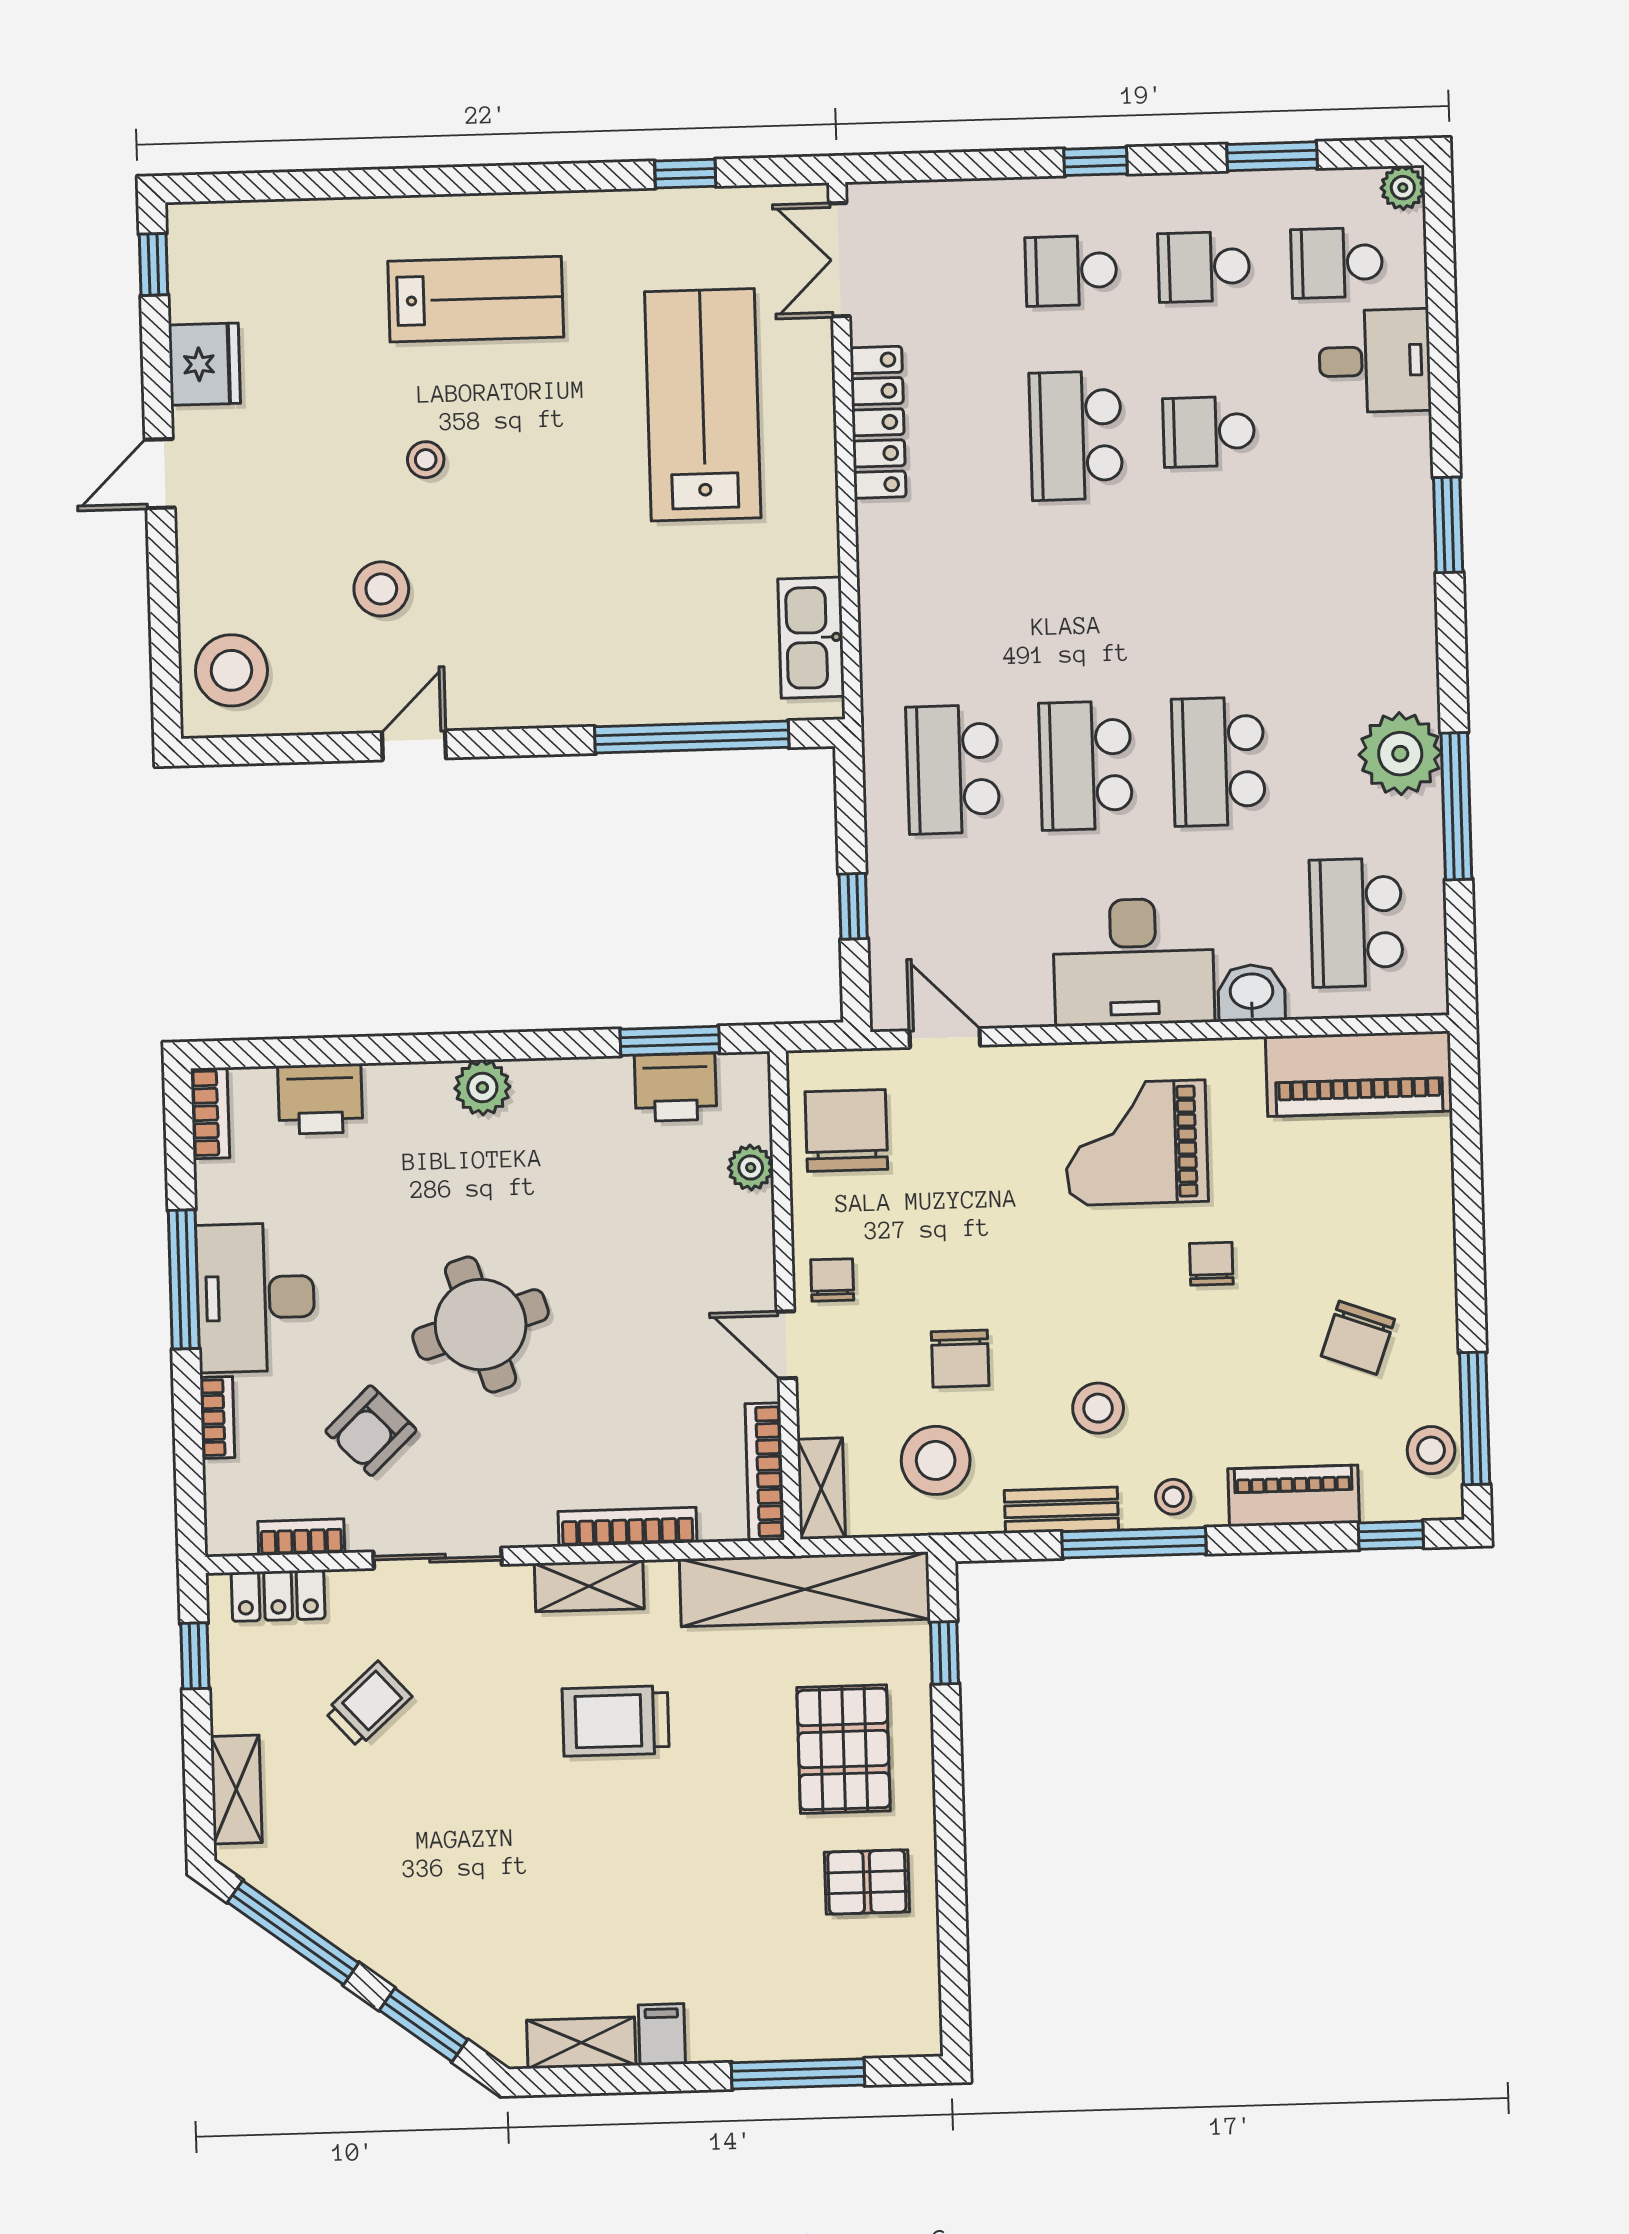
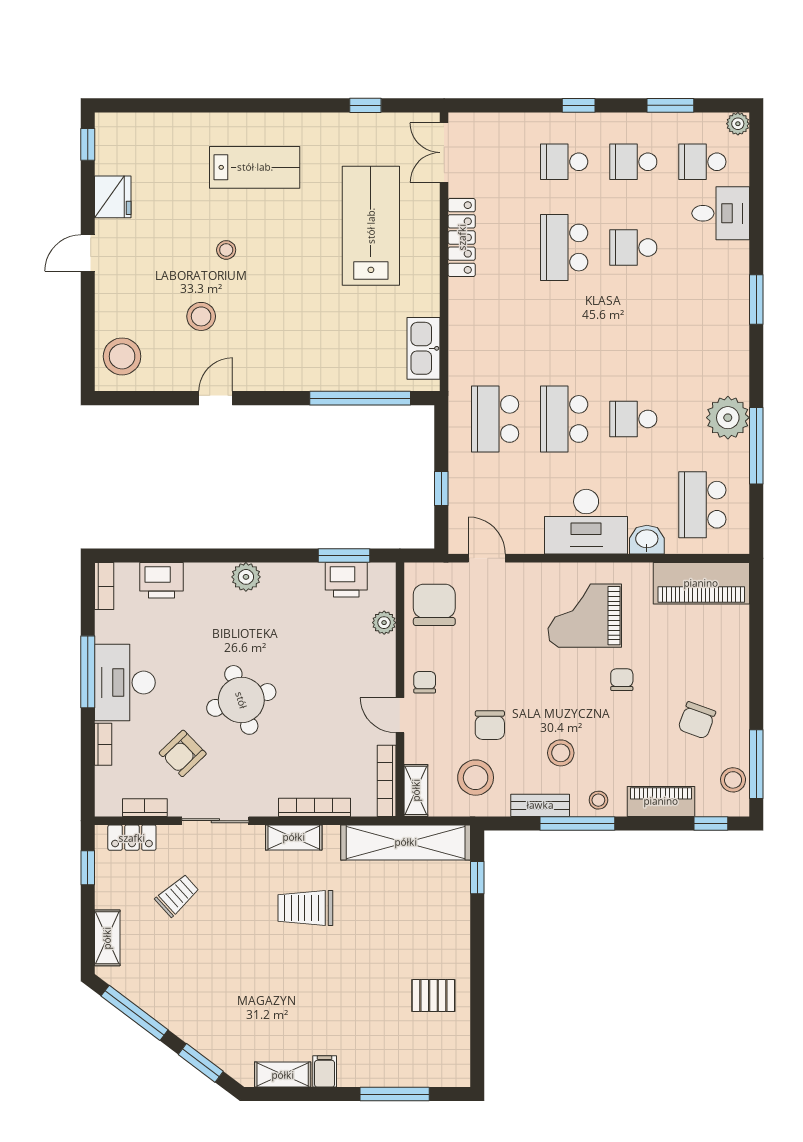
school desk: (1219, 762) -> (633, 419), width x0.54
pallet: (843, 1749) -> (423, 926), removed

